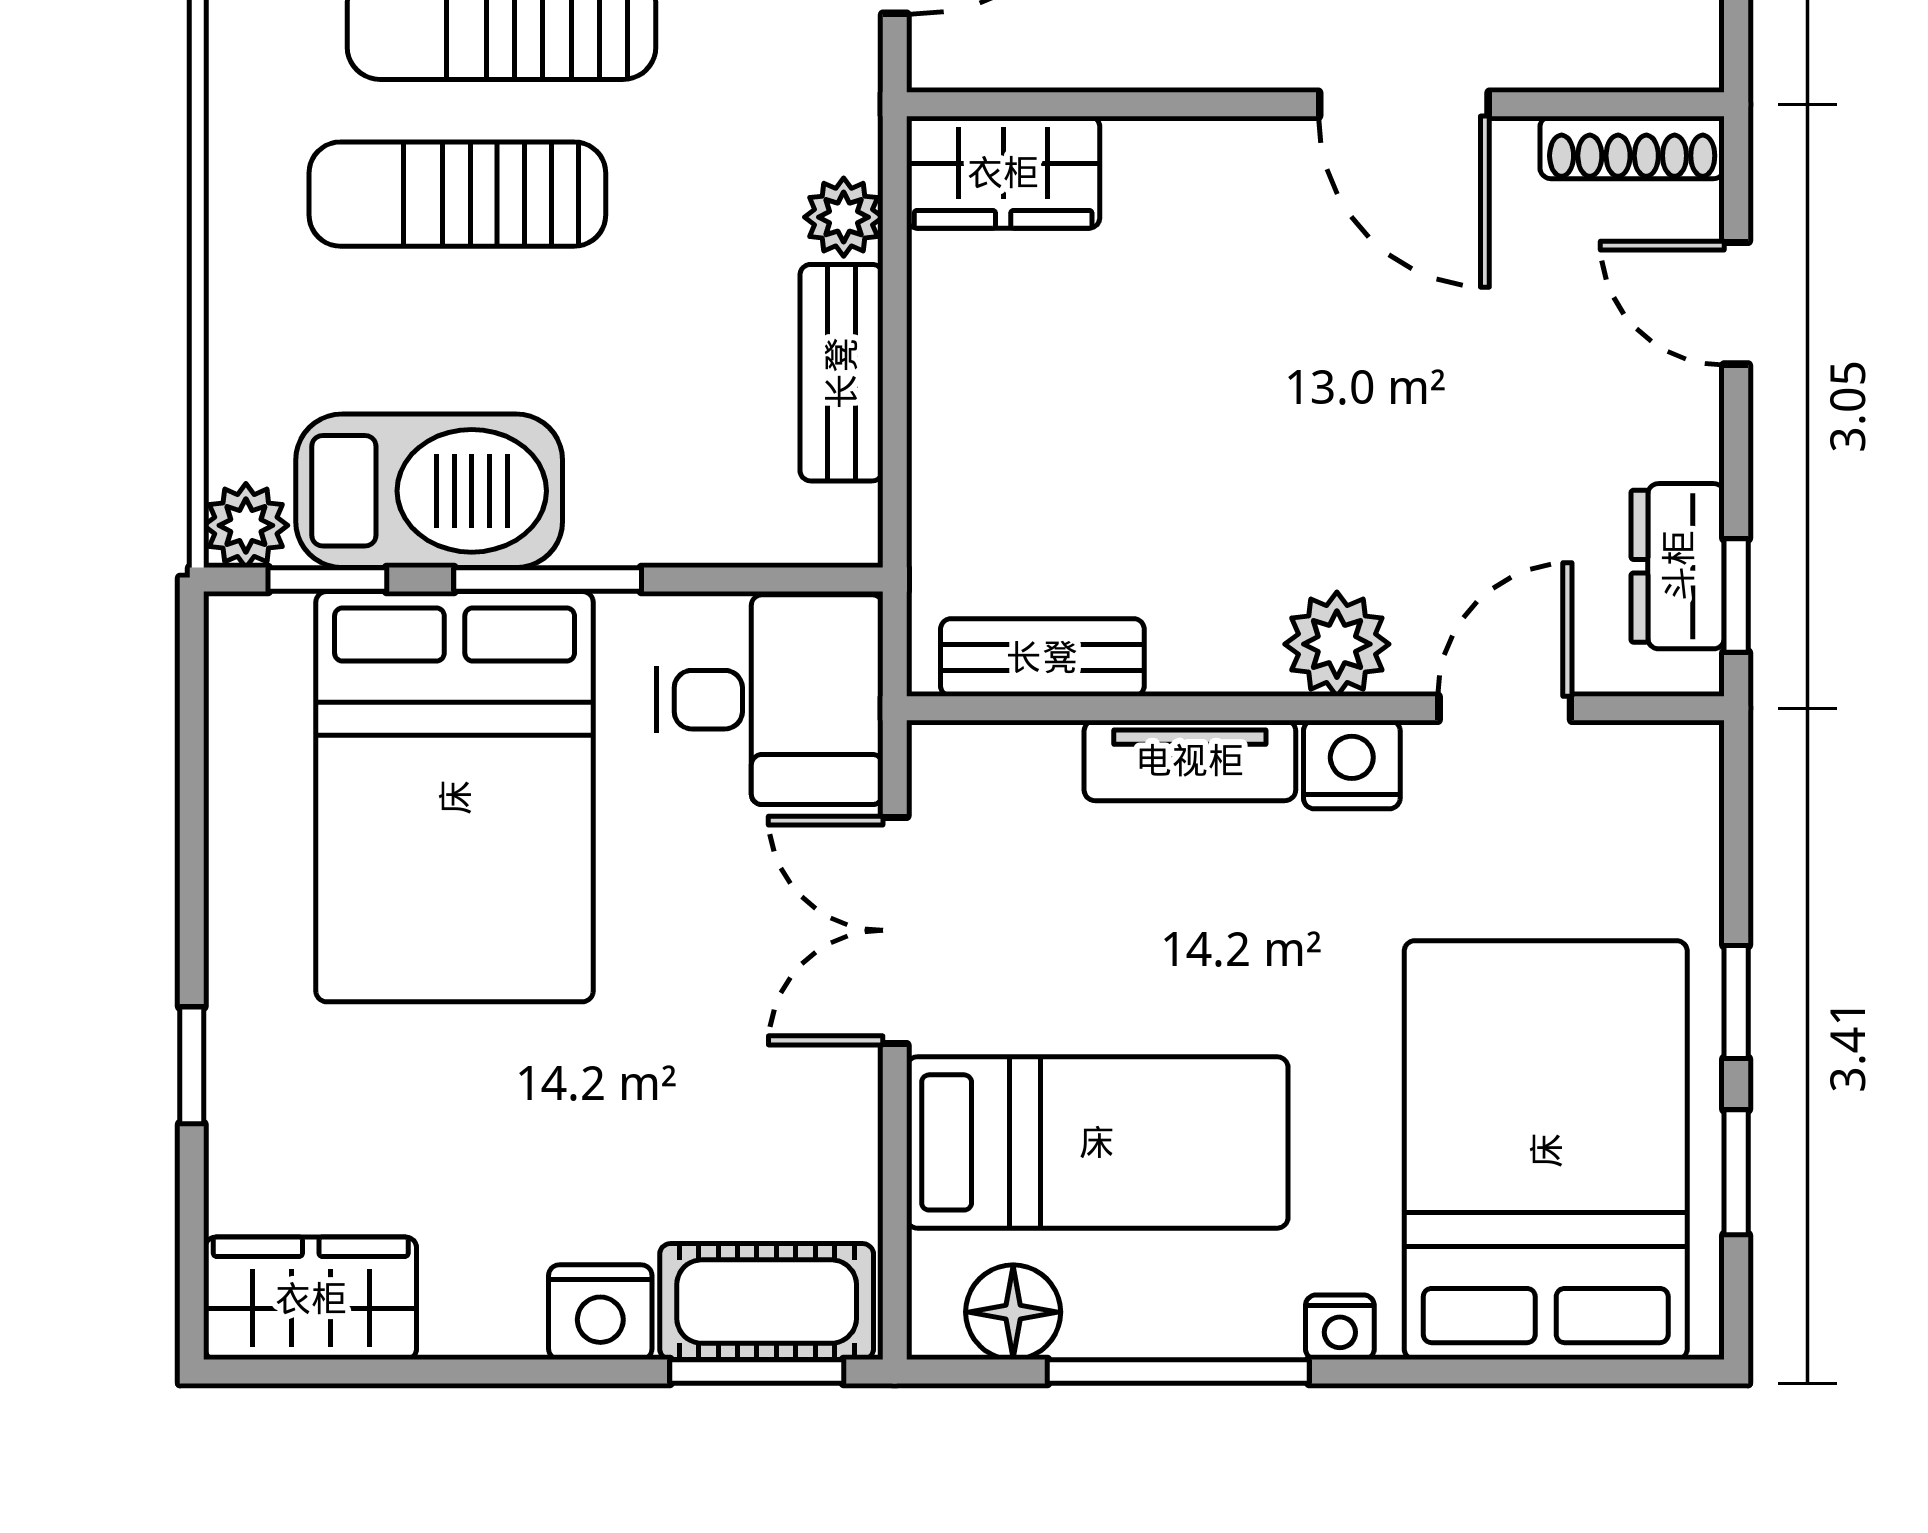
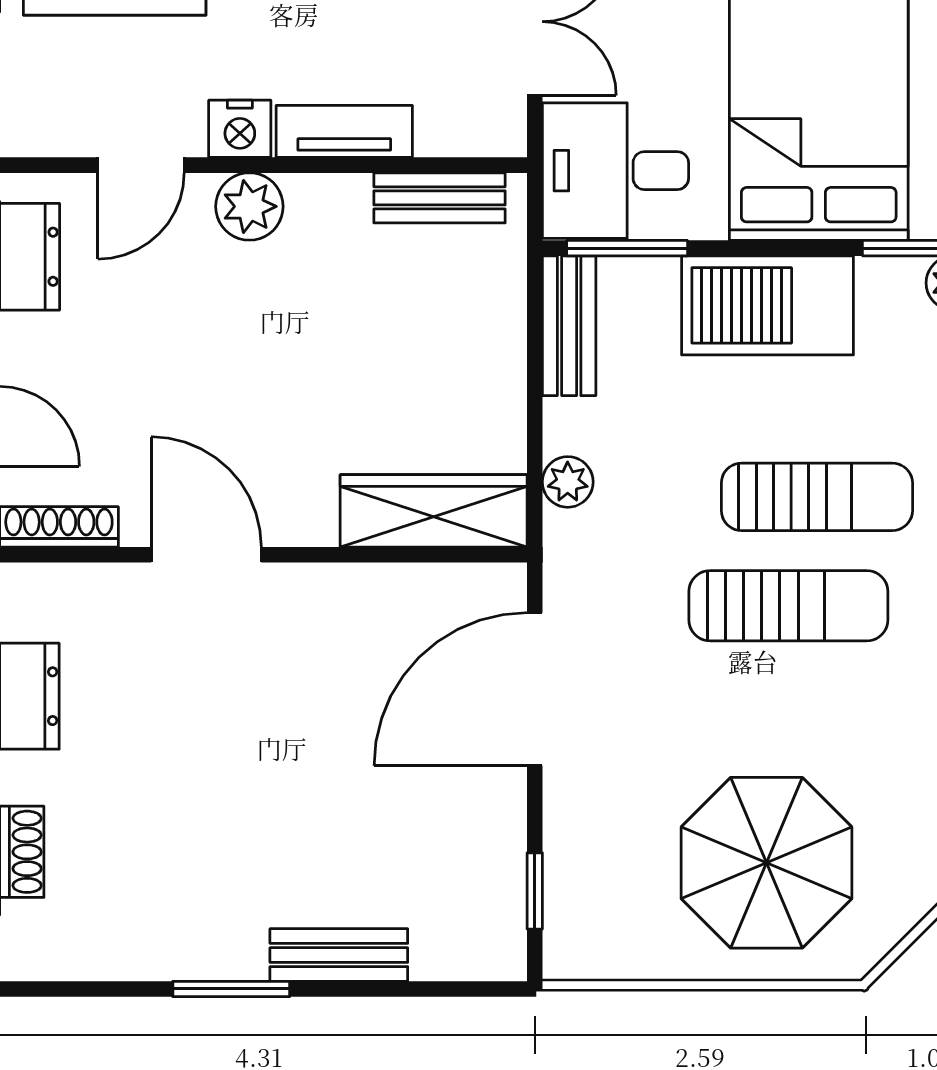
wardrobe: (1003, 172) -> (434, 511), width x1.50
bench: (841, 373) -> (569, 326), moved
barbecue: (429, 491) -> (767, 305), moved
window: (548, 580) -> (627, 248), moved

